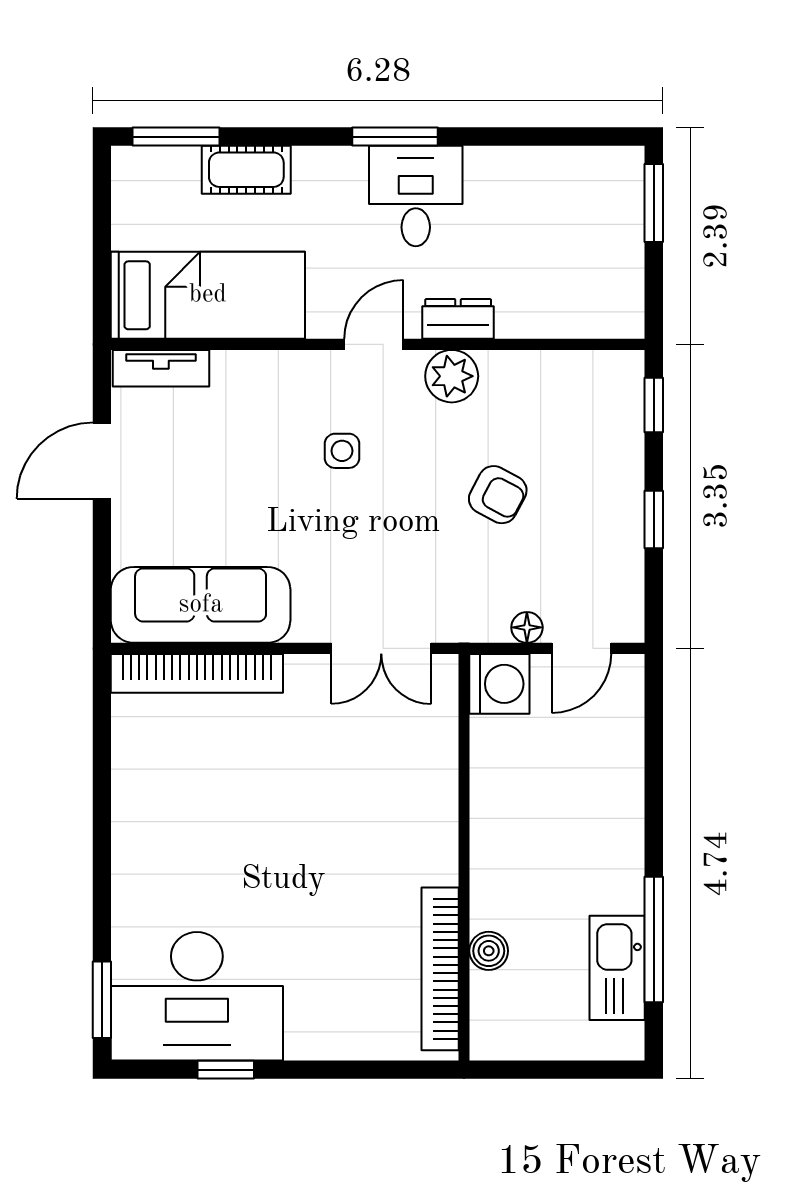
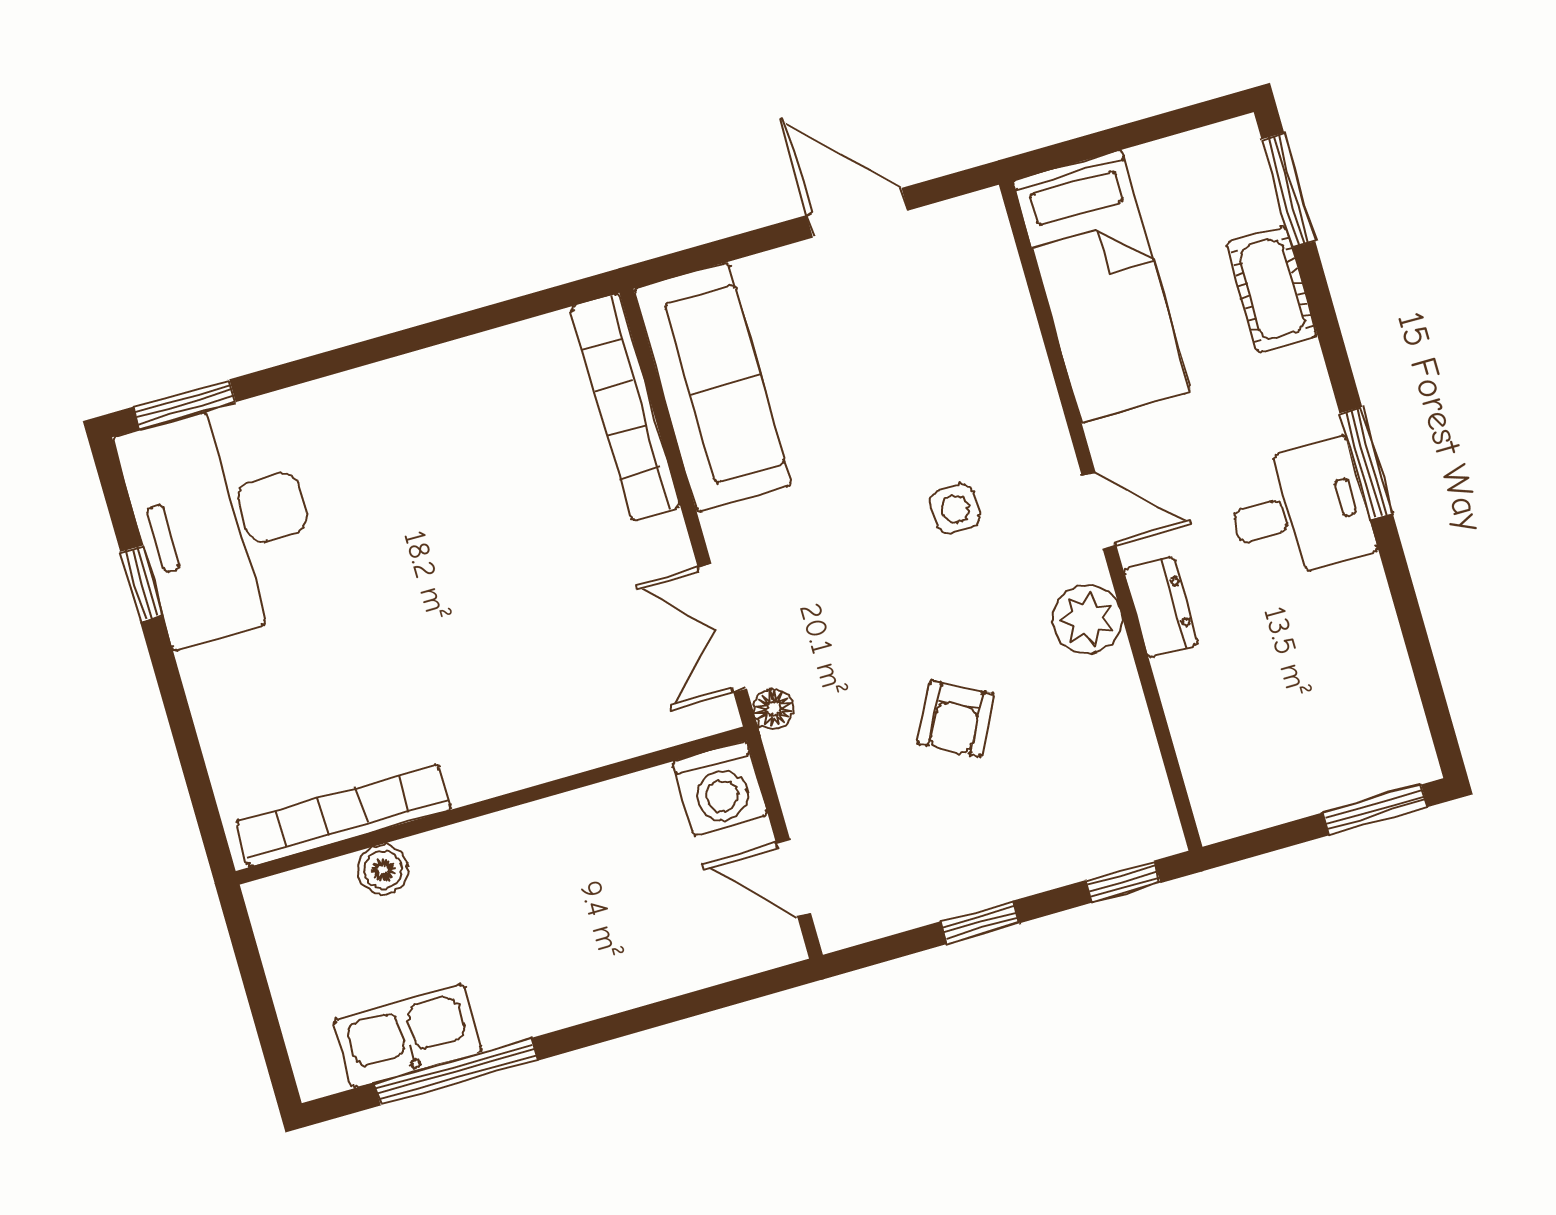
tv unit: (161, 368) -> (994, 254), removed
floor lamp: (527, 627) -> (774, 709), moved

